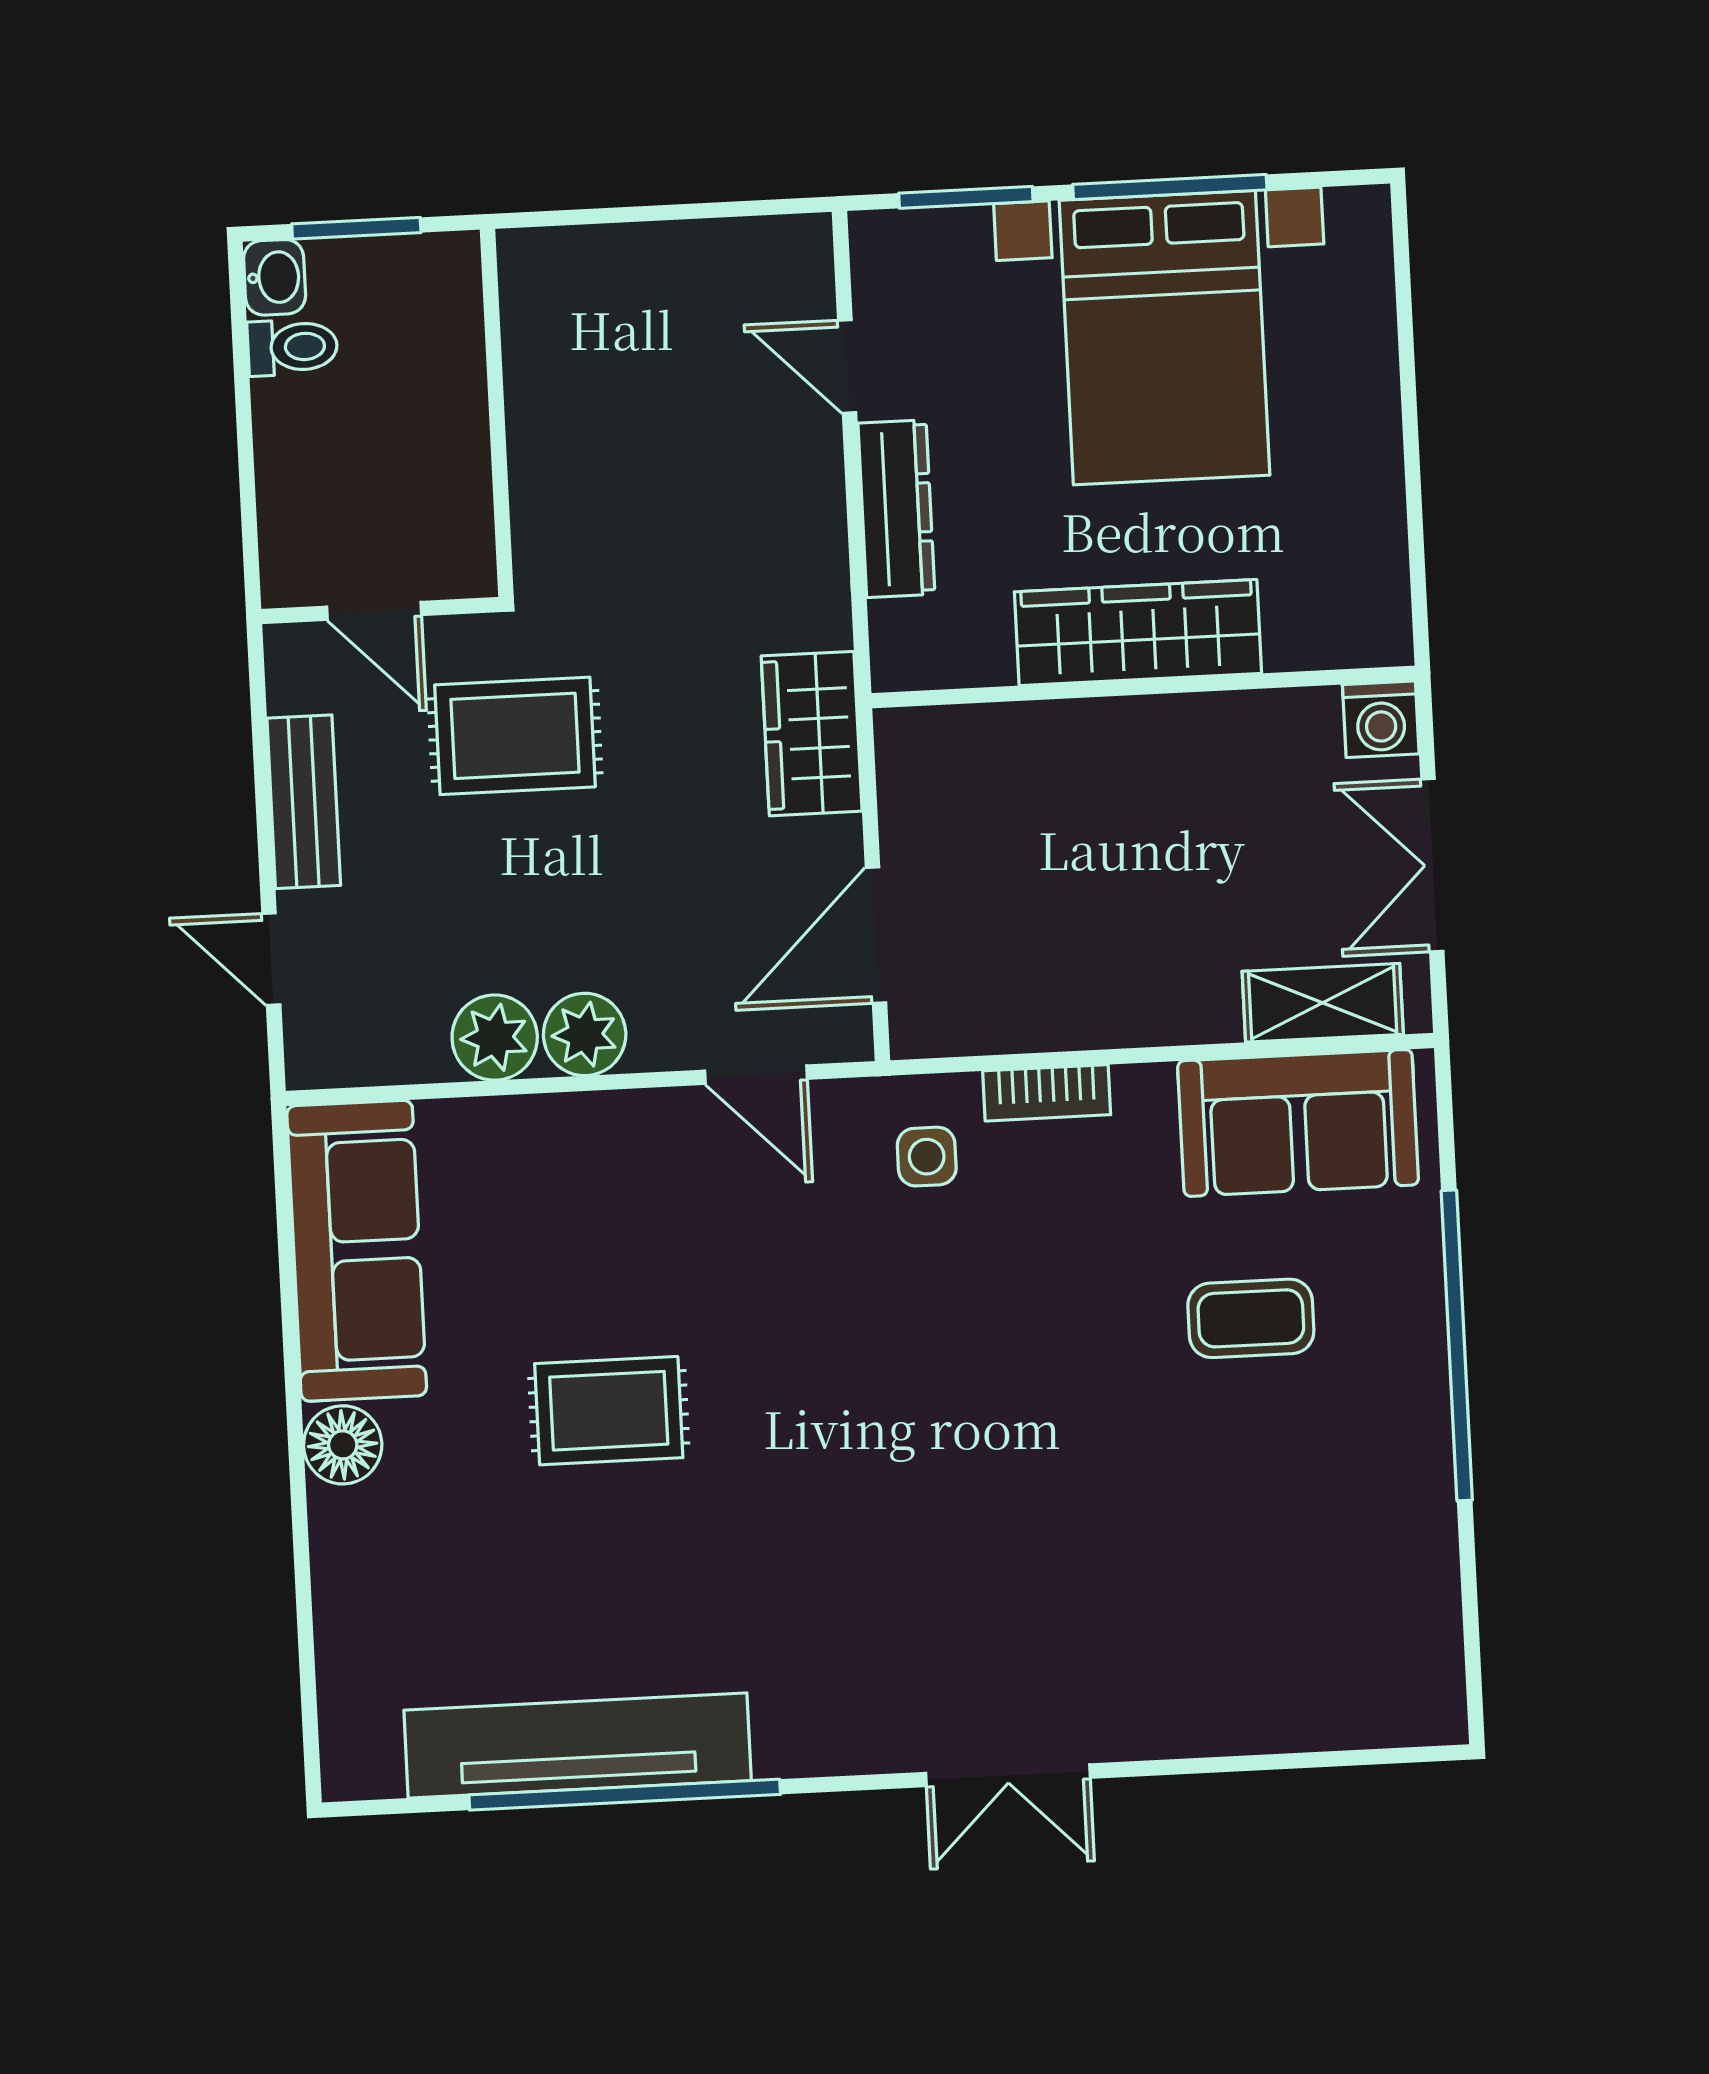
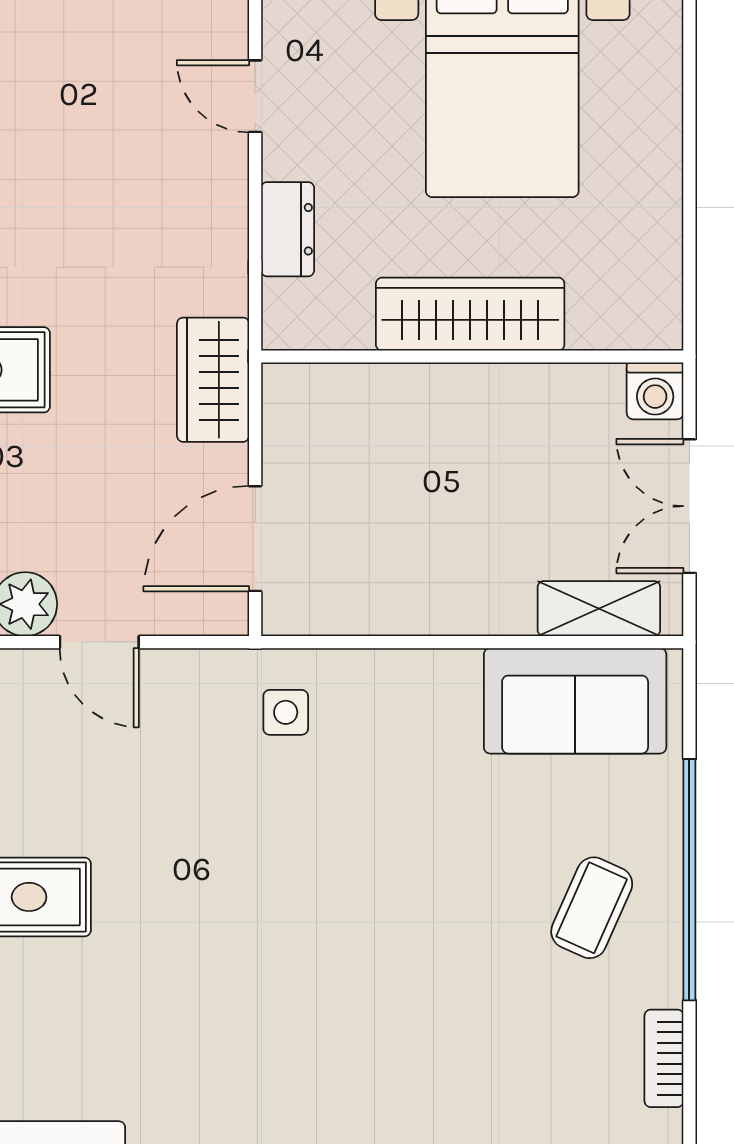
dresser: (896, 509) -> (288, 229), width x0.70
door: (756, 1075) -> (99, 642), moved
bookcase: (1047, 1093) -> (664, 1058), moved, turned 90
coffee table: (1251, 1318) -> (592, 908), moved, turned -66

